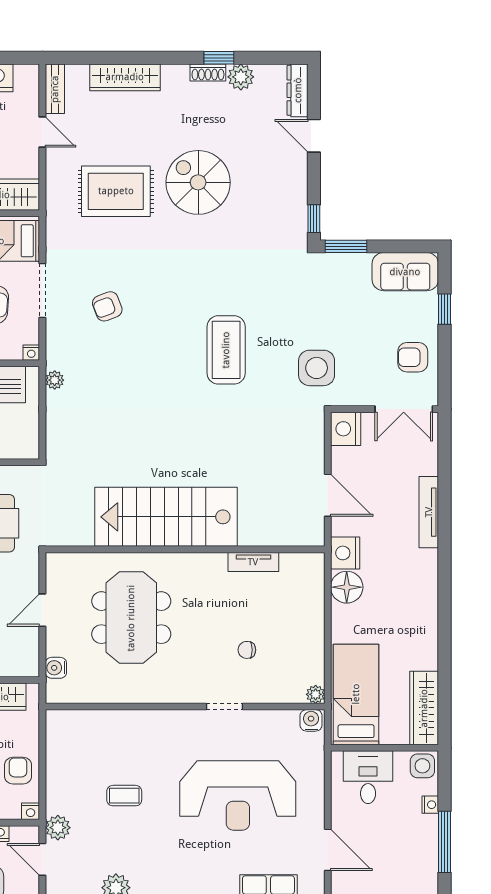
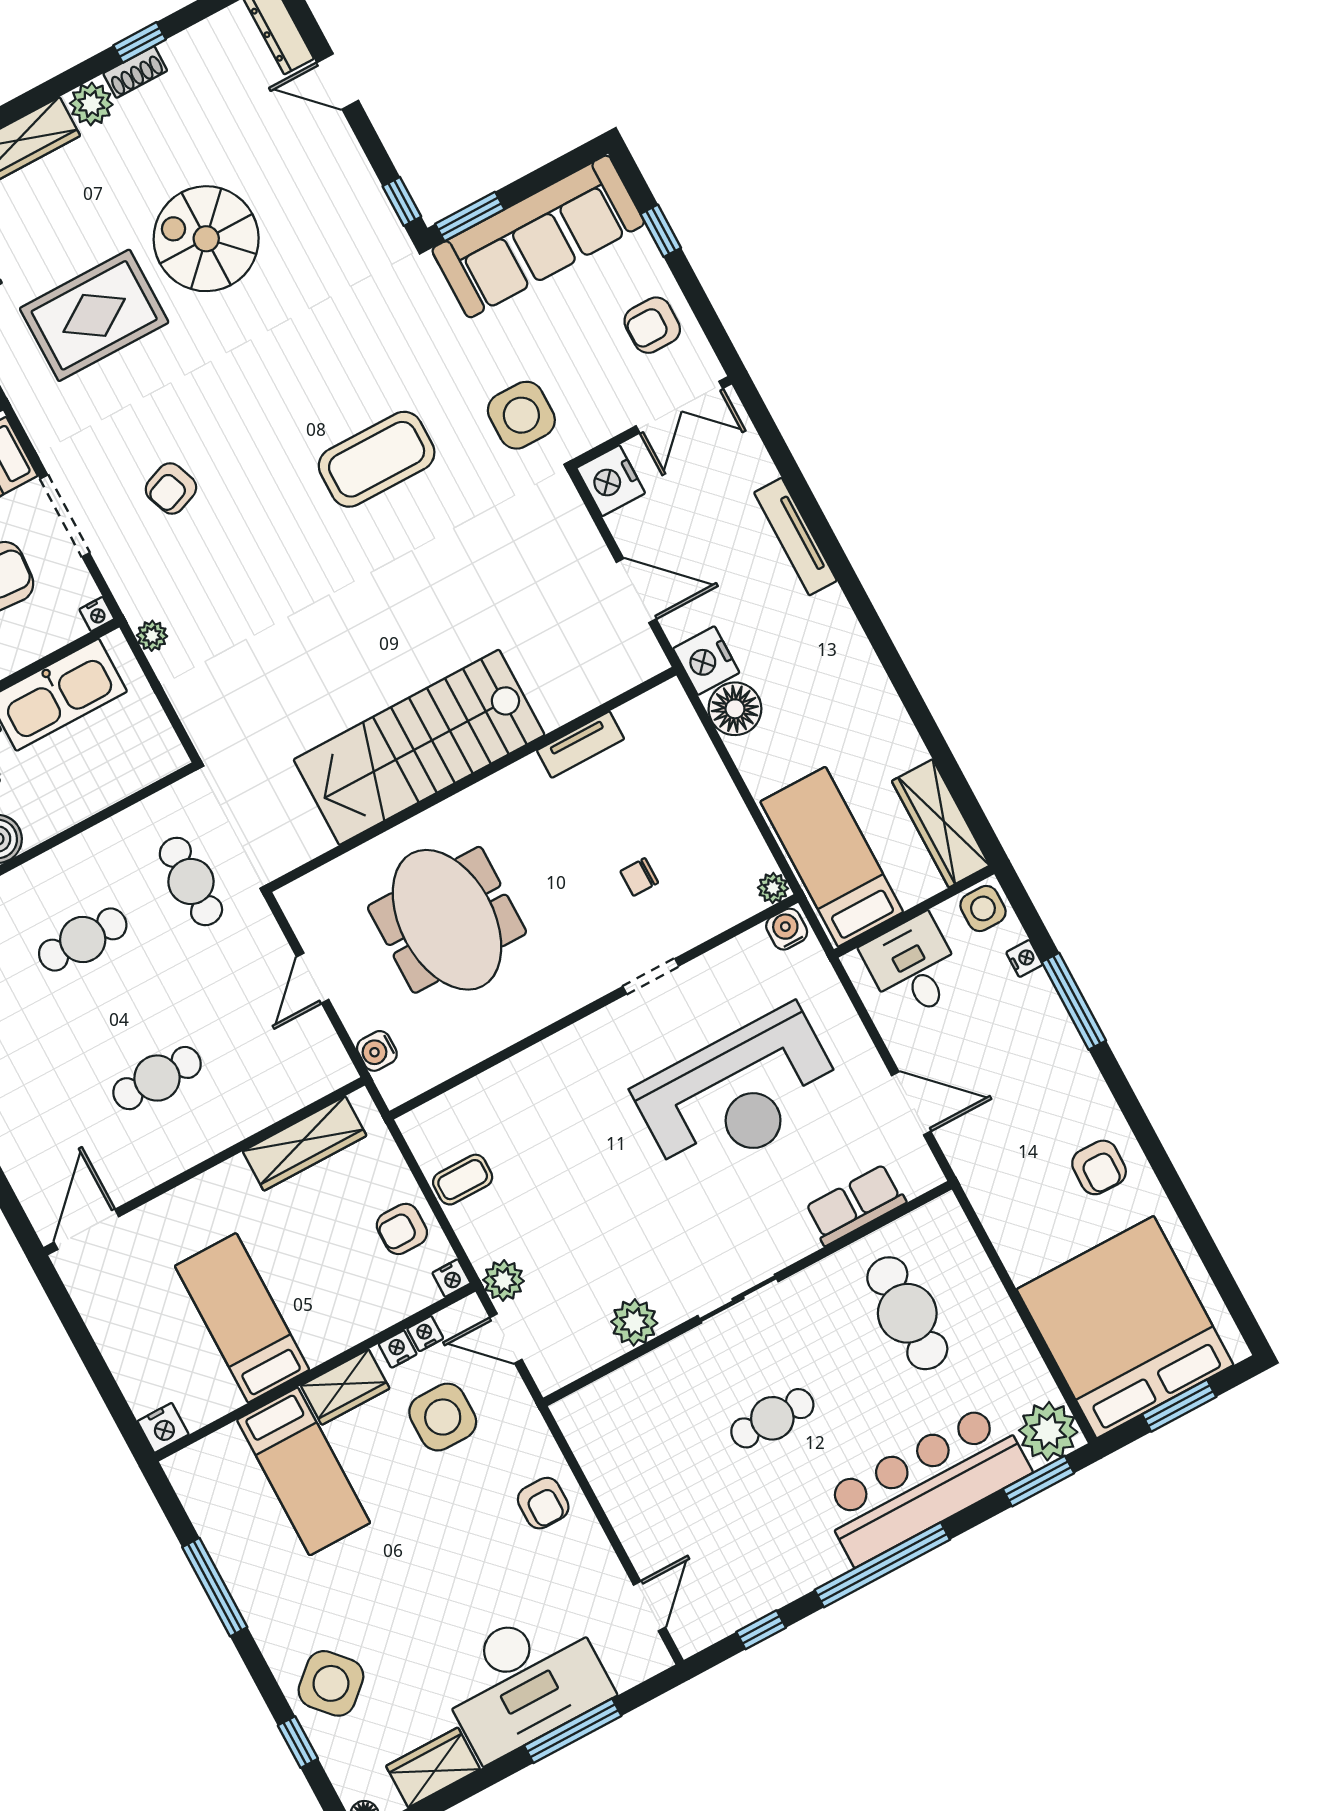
plant: (241, 77) -> (91, 104), moved
sofa: (405, 272) -> (538, 236), width x1.85, depth x1.27
coffee table: (226, 350) -> (377, 459), turned 90
armchair: (18, 771) -> (402, 1229), turned -90
coffee table: (124, 796) -> (463, 1180), moved

